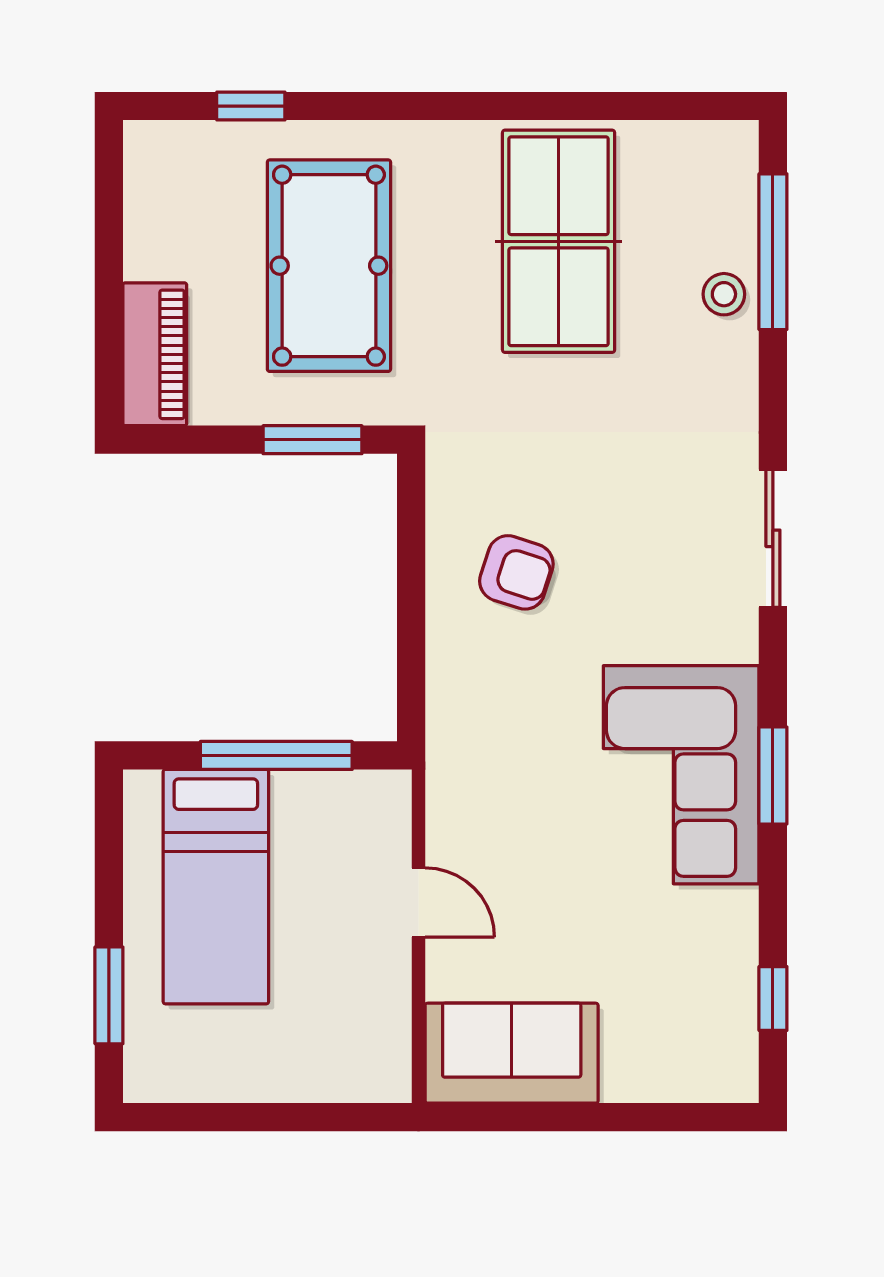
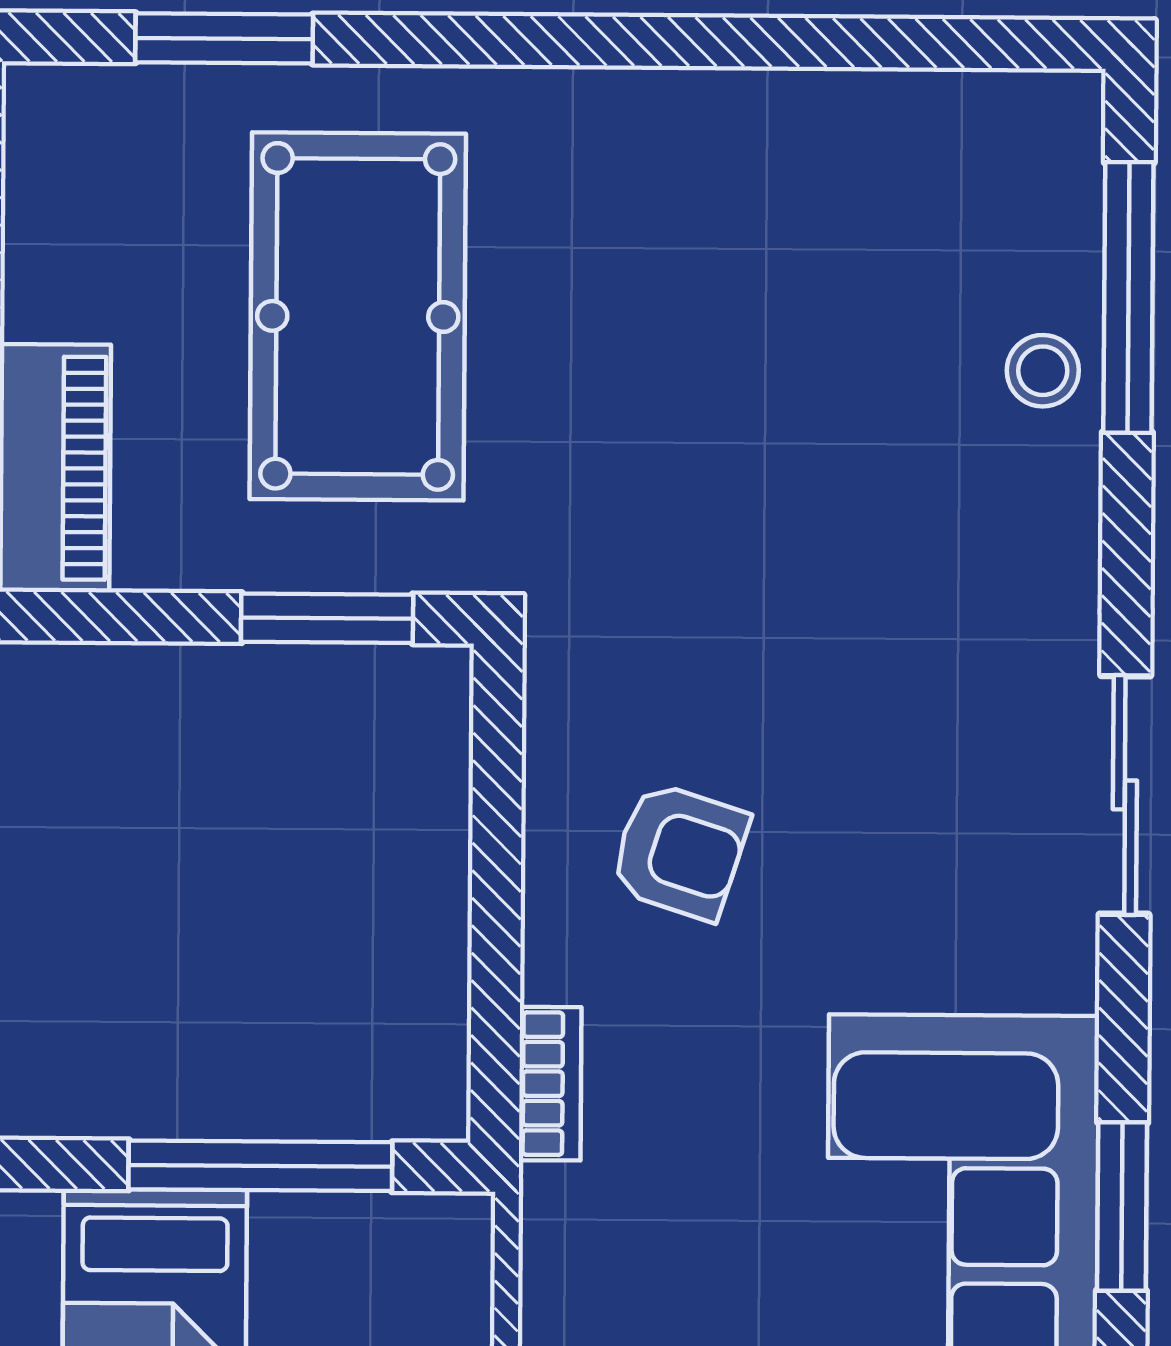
window: (251, 106) -> (224, 38), width x1.50
table tennis table: (559, 241) -> (756, 277), removed
bookcase: (443, 707) -> (550, 1084), added

